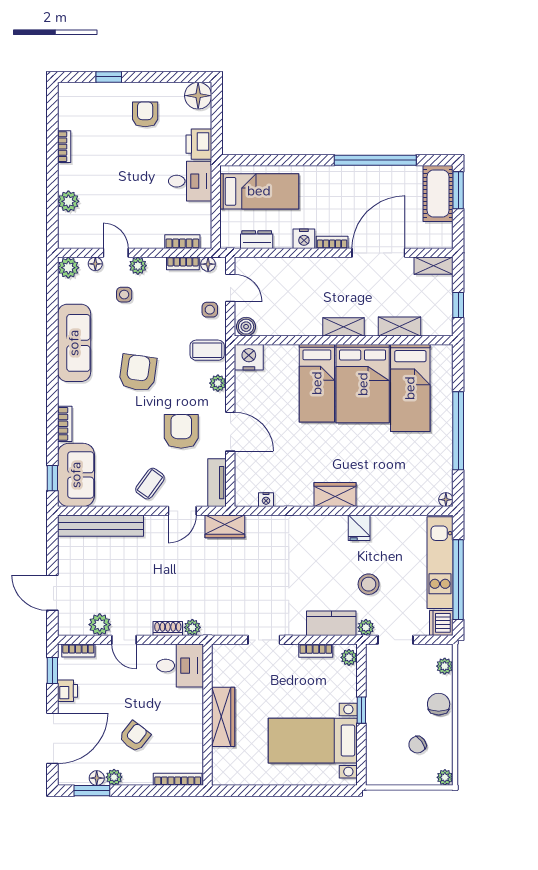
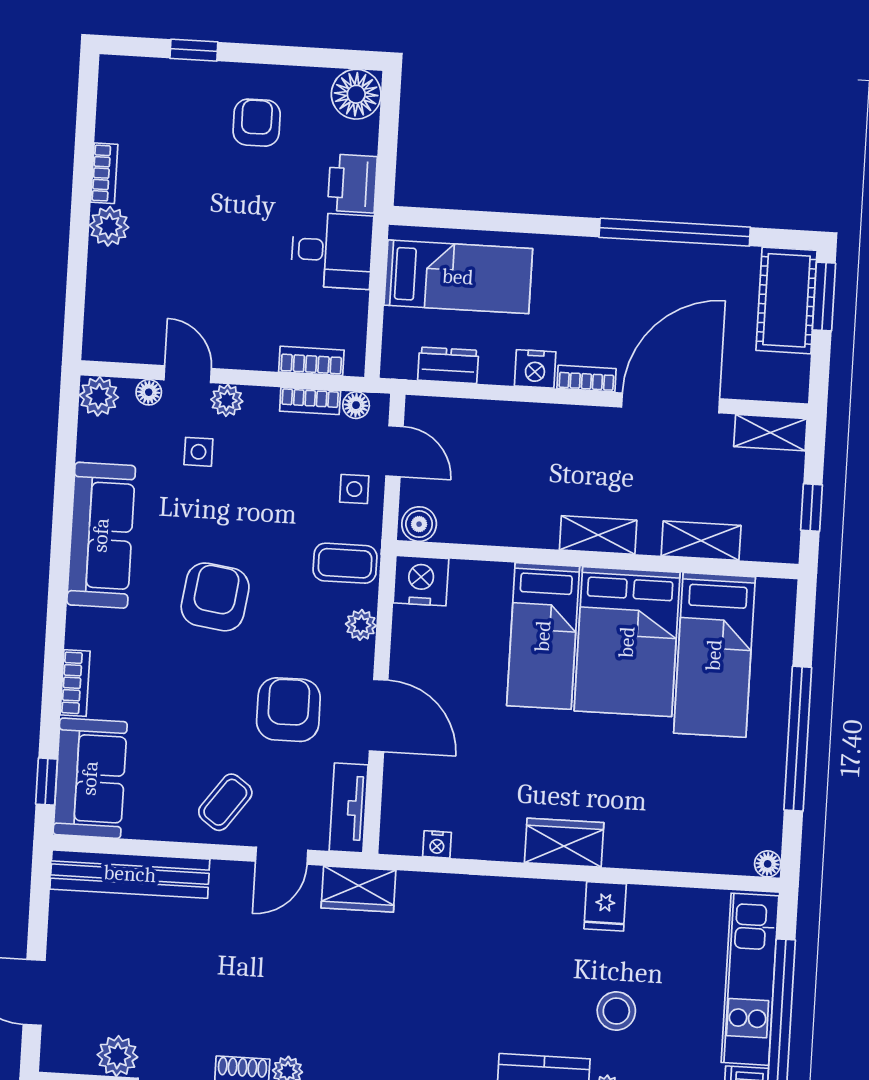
plant: (68, 201) -> (109, 226), moved

